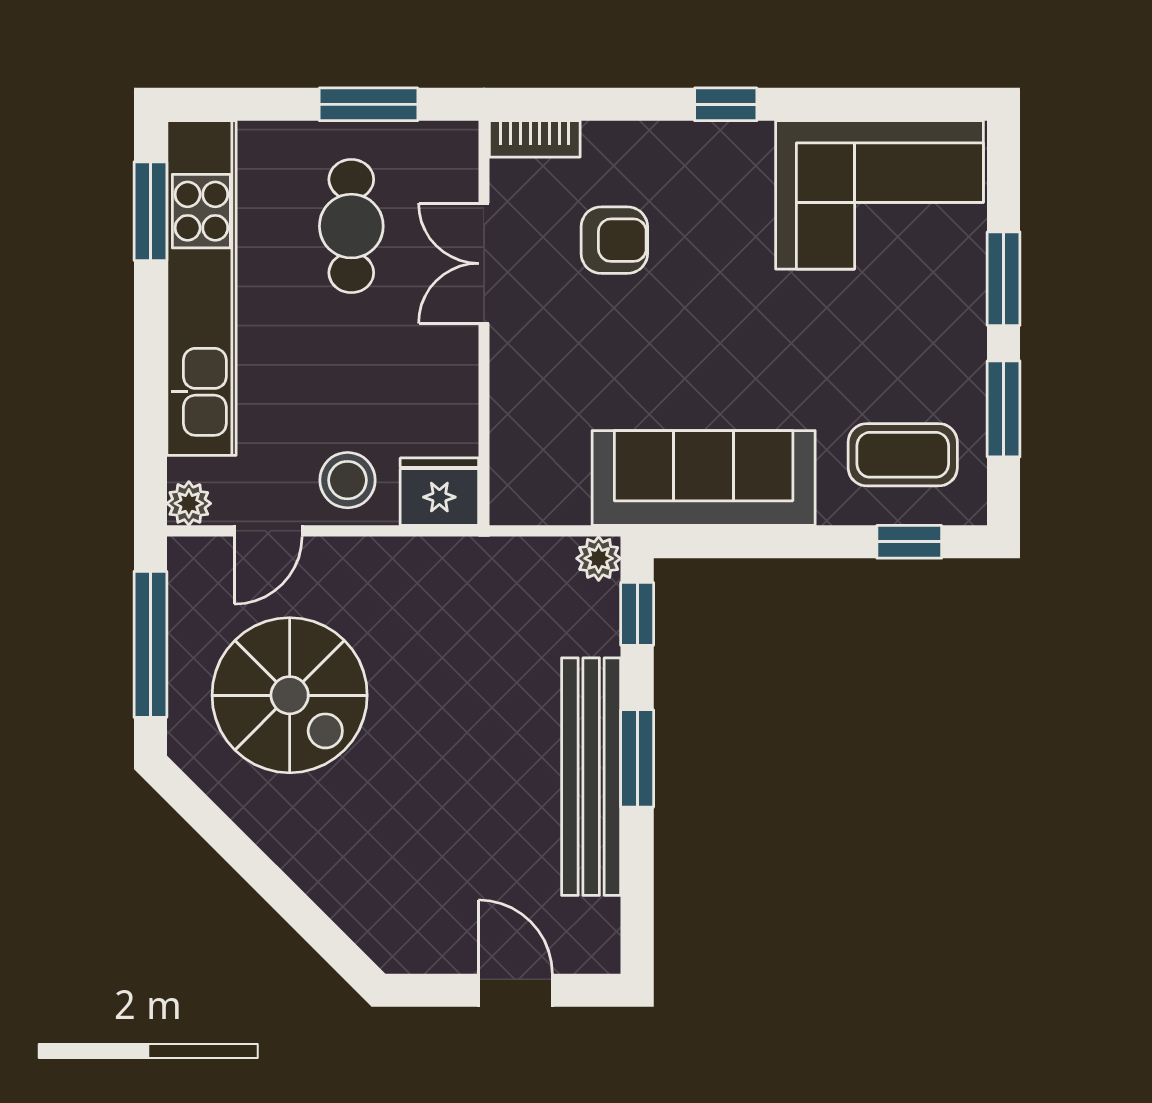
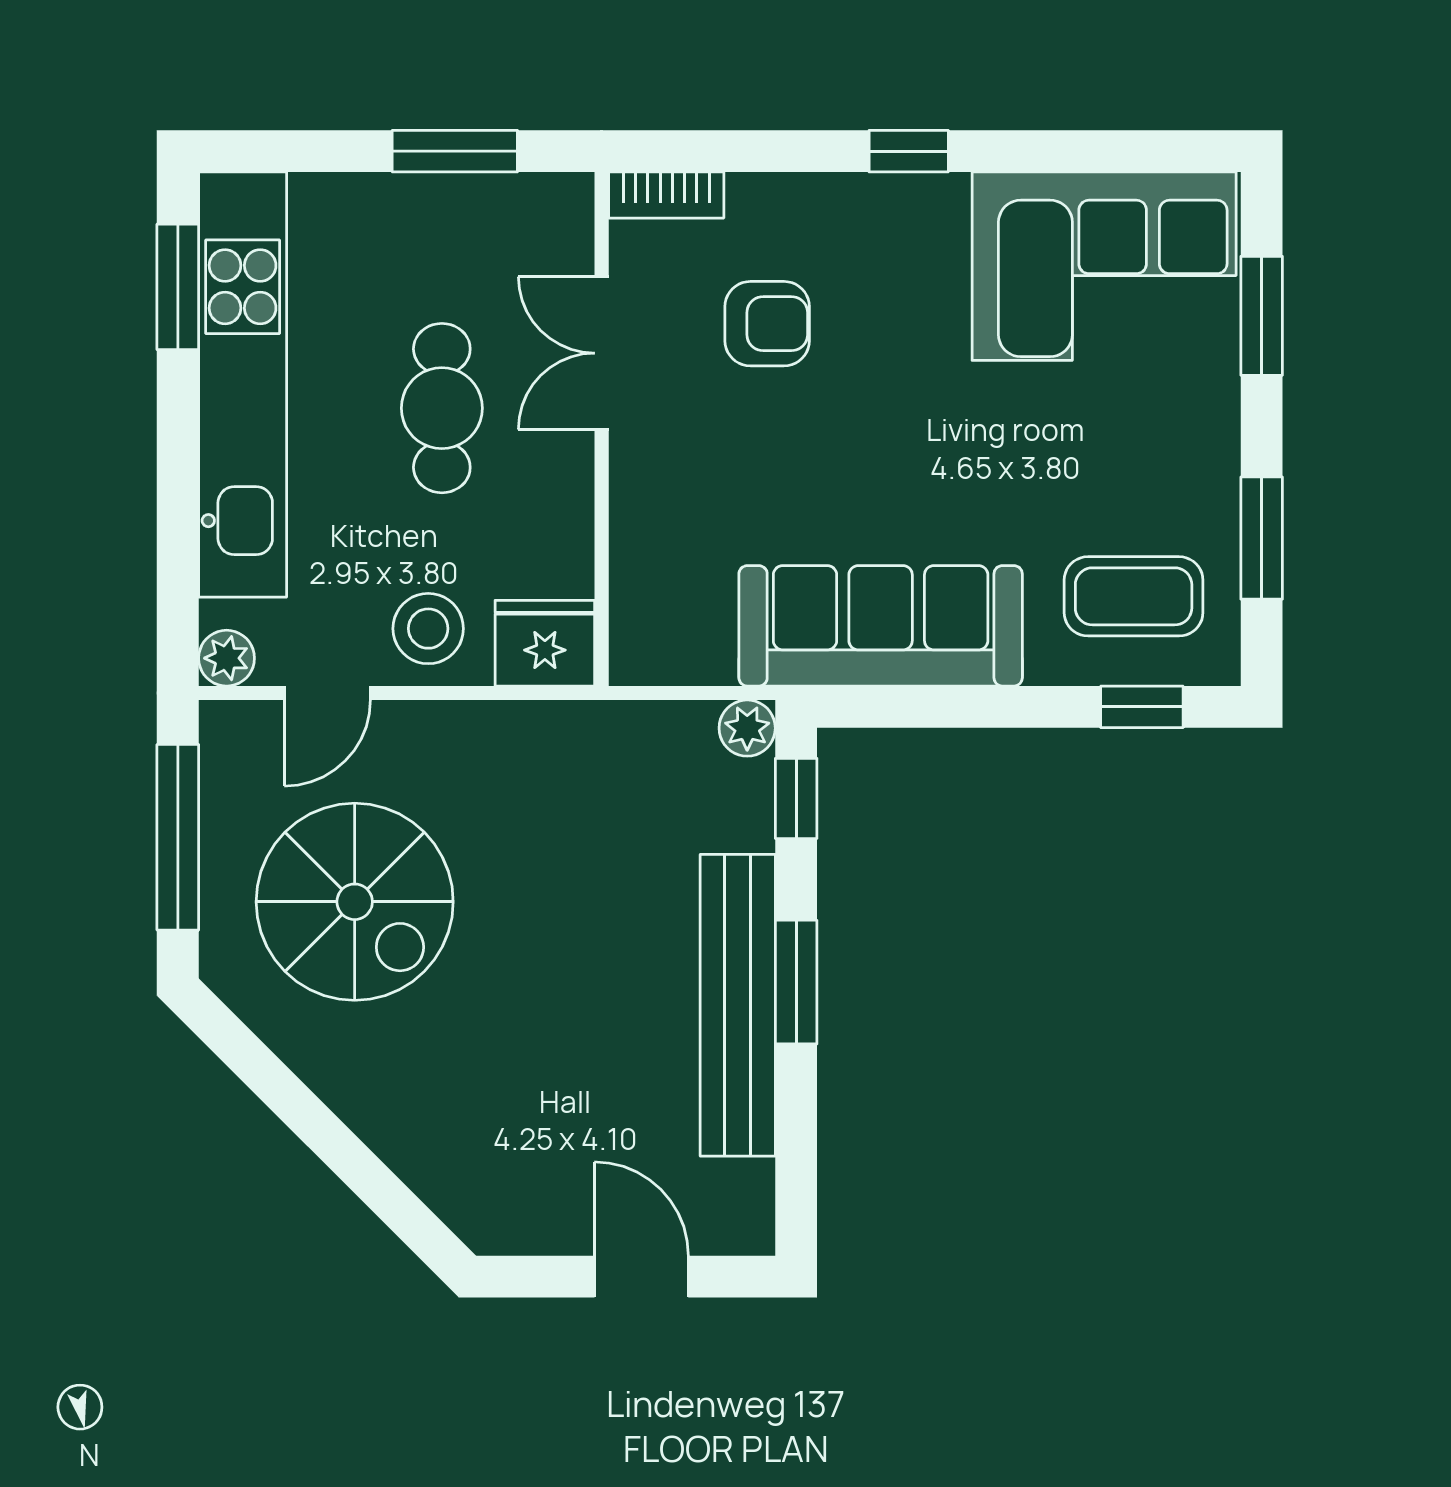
cafe table: (351, 226) -> (442, 408), moved
window: (1004, 279) -> (1262, 316), moved

